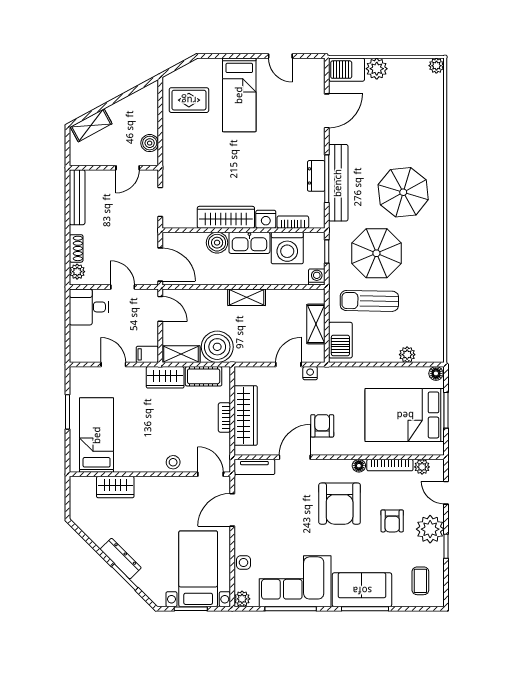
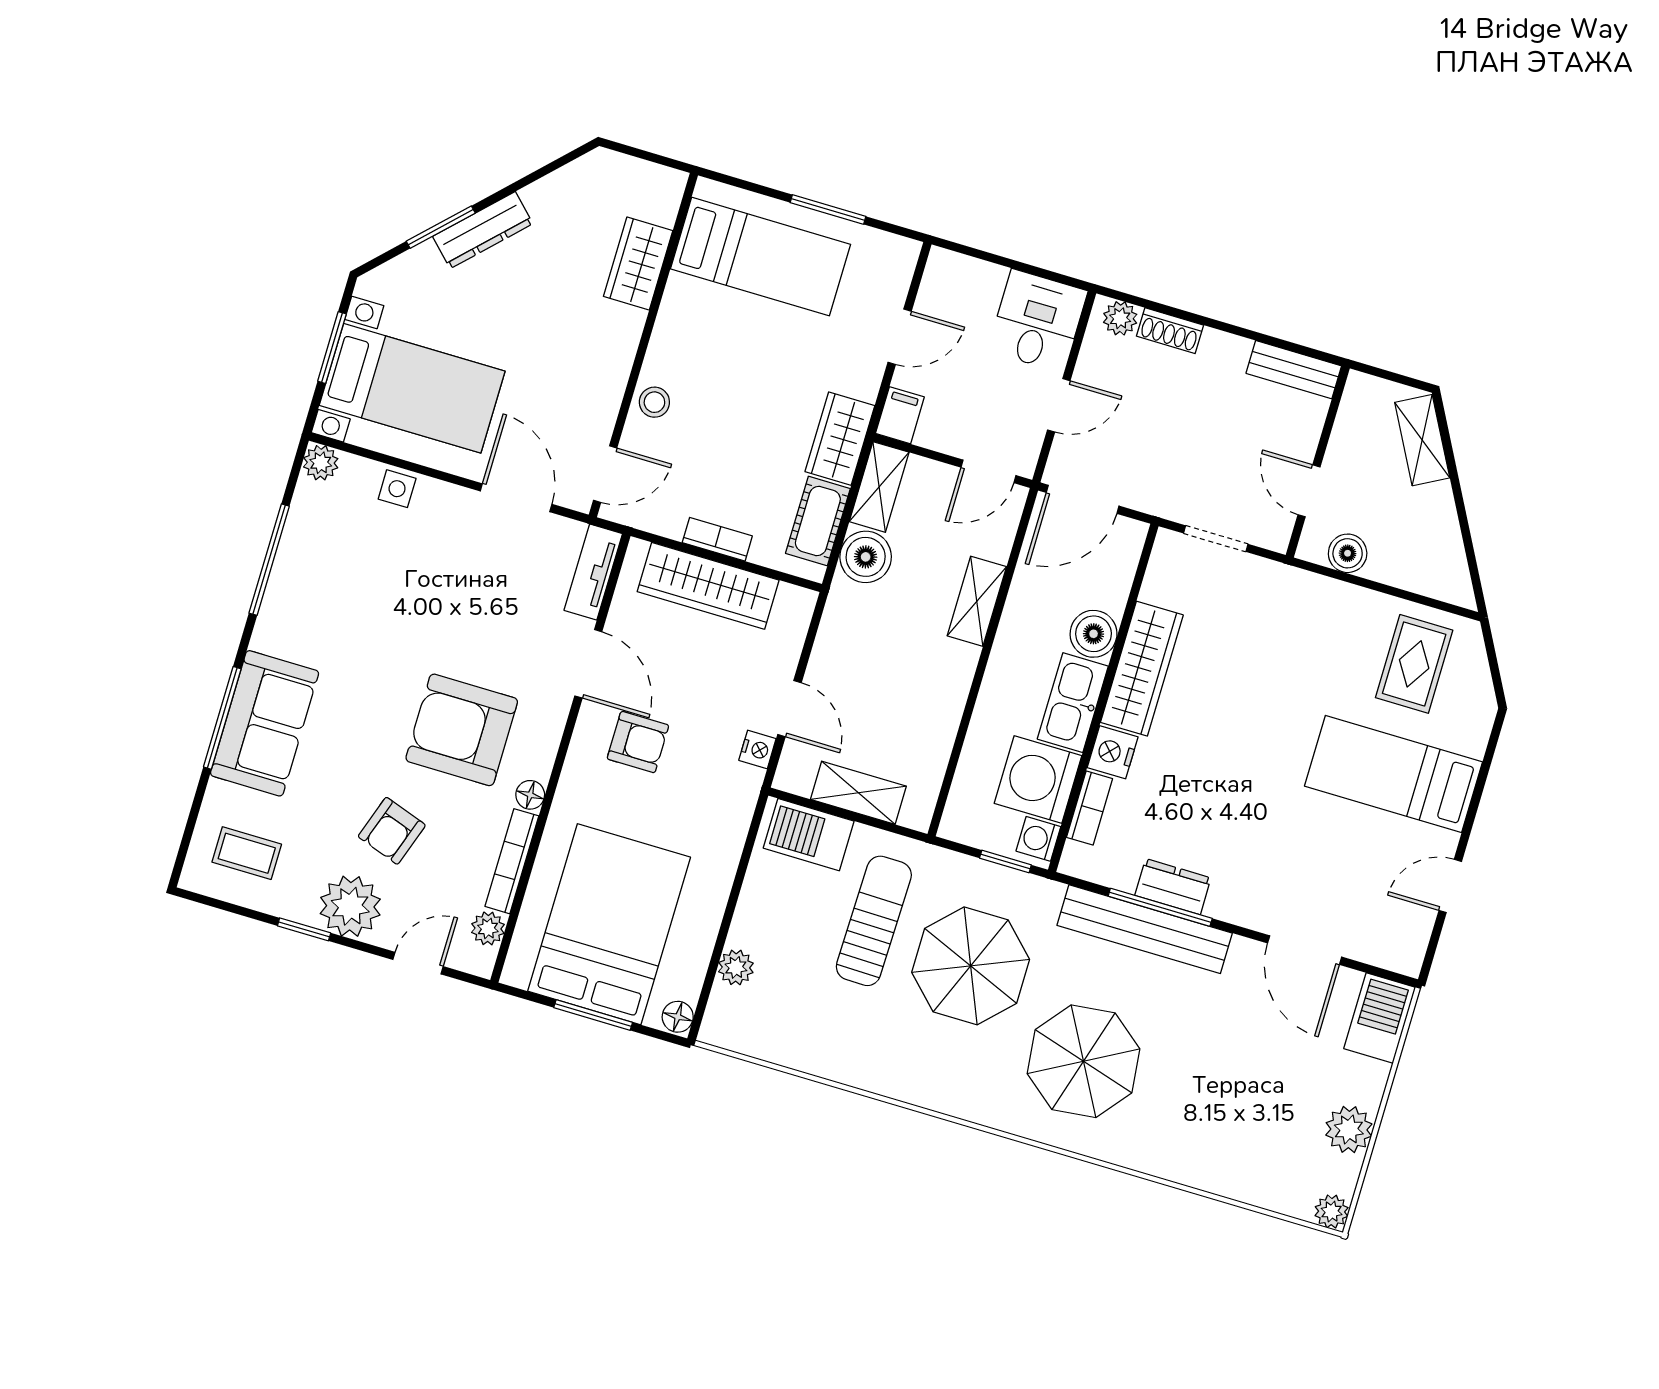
plant: (377, 69) -> (1349, 1129), moved
bench: (77, 197) -> (1294, 370), width x0.73
washing machine: (317, 277) -> (1038, 839), moved, turned 180
shelving: (247, 297) -> (977, 601), moved
boiler: (217, 347) -> (866, 557), width x0.73, depth x0.73
armchair: (392, 521) -> (392, 831), turned -71
corner sofa: (295, 581) -> (325, 587), removed

